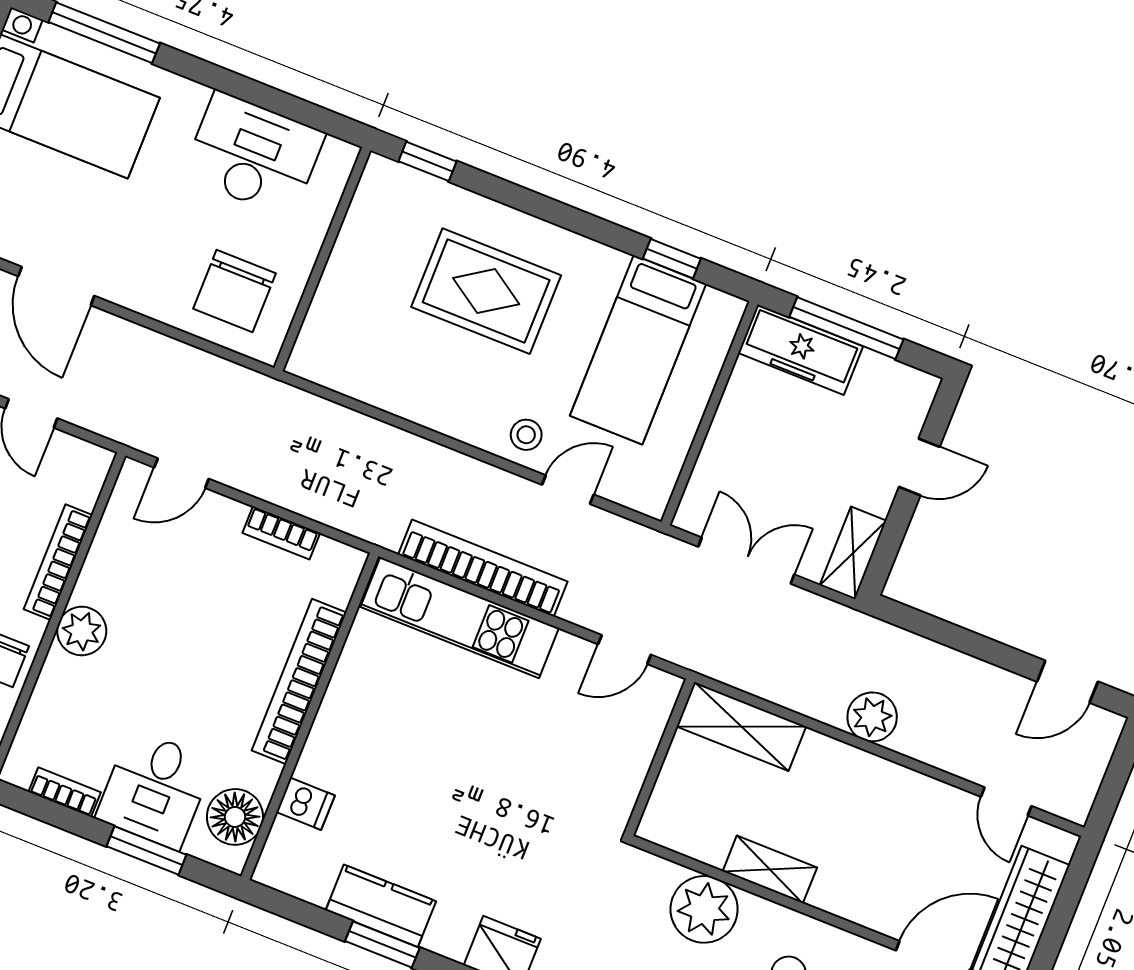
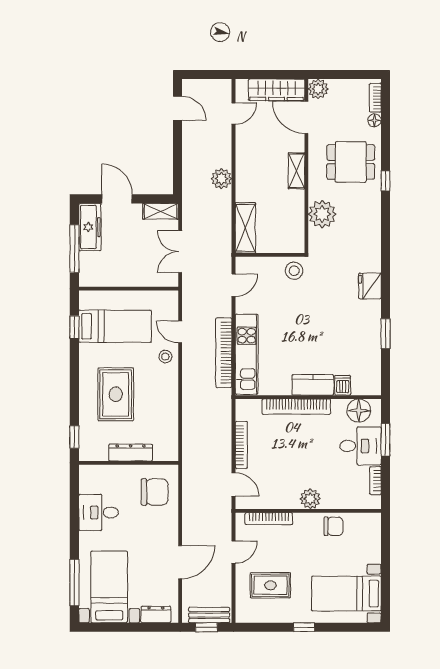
desk: (254, 154) -> (99, 512), width x0.73
dresser: (344, 273) -> (131, 453), added
freezer: (801, 350) -> (90, 227), moved
door: (919, 467) -> (117, 199), width x1.38
bookcase: (281, 533) -> (241, 445), width x1.56
bookcase: (58, 562) -> (269, 519), moved
door: (624, 649) -> (234, 285), hinge flipped
stool: (603, 797) -> (294, 271), added
shelving: (770, 869) -> (297, 171), moved
kitchen counter: (381, 906) -> (313, 385), moved, turned 90

